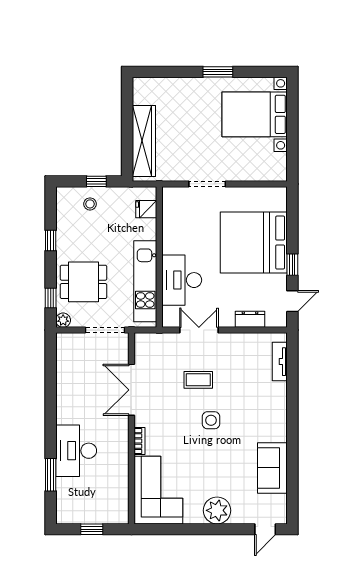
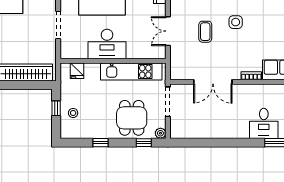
desk: (182, 280) -> (107, 44), moved
desk: (76, 451) -> (264, 123), width x0.73

